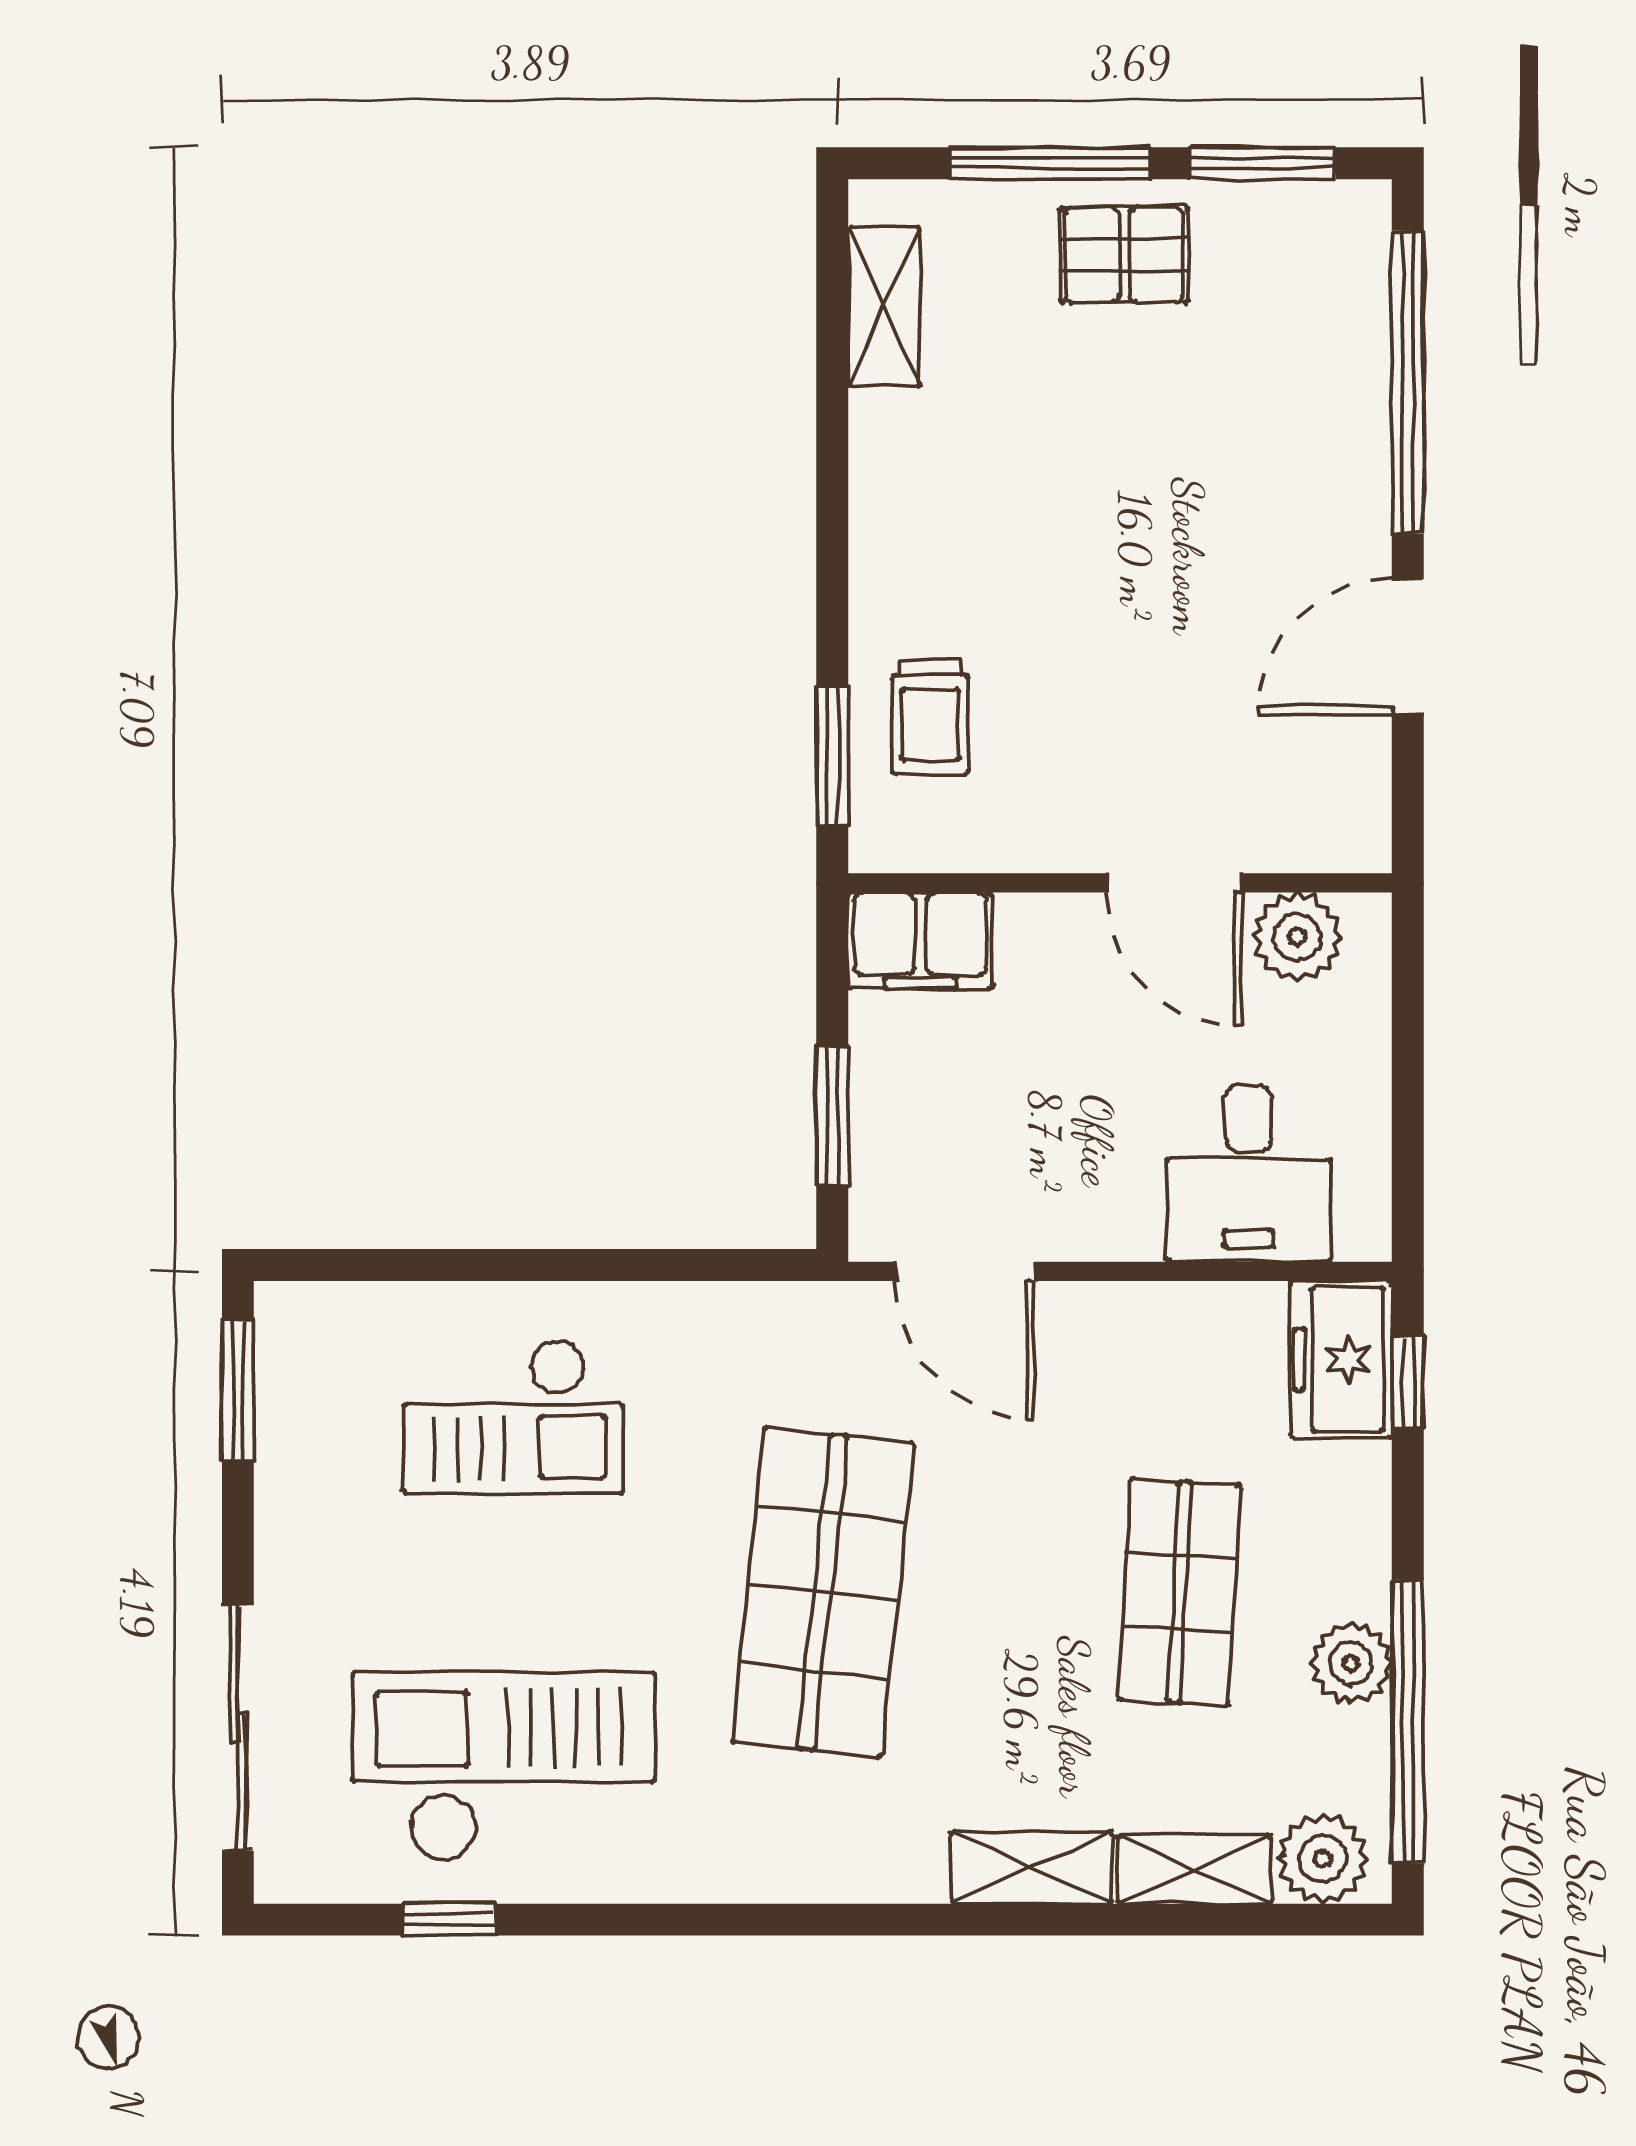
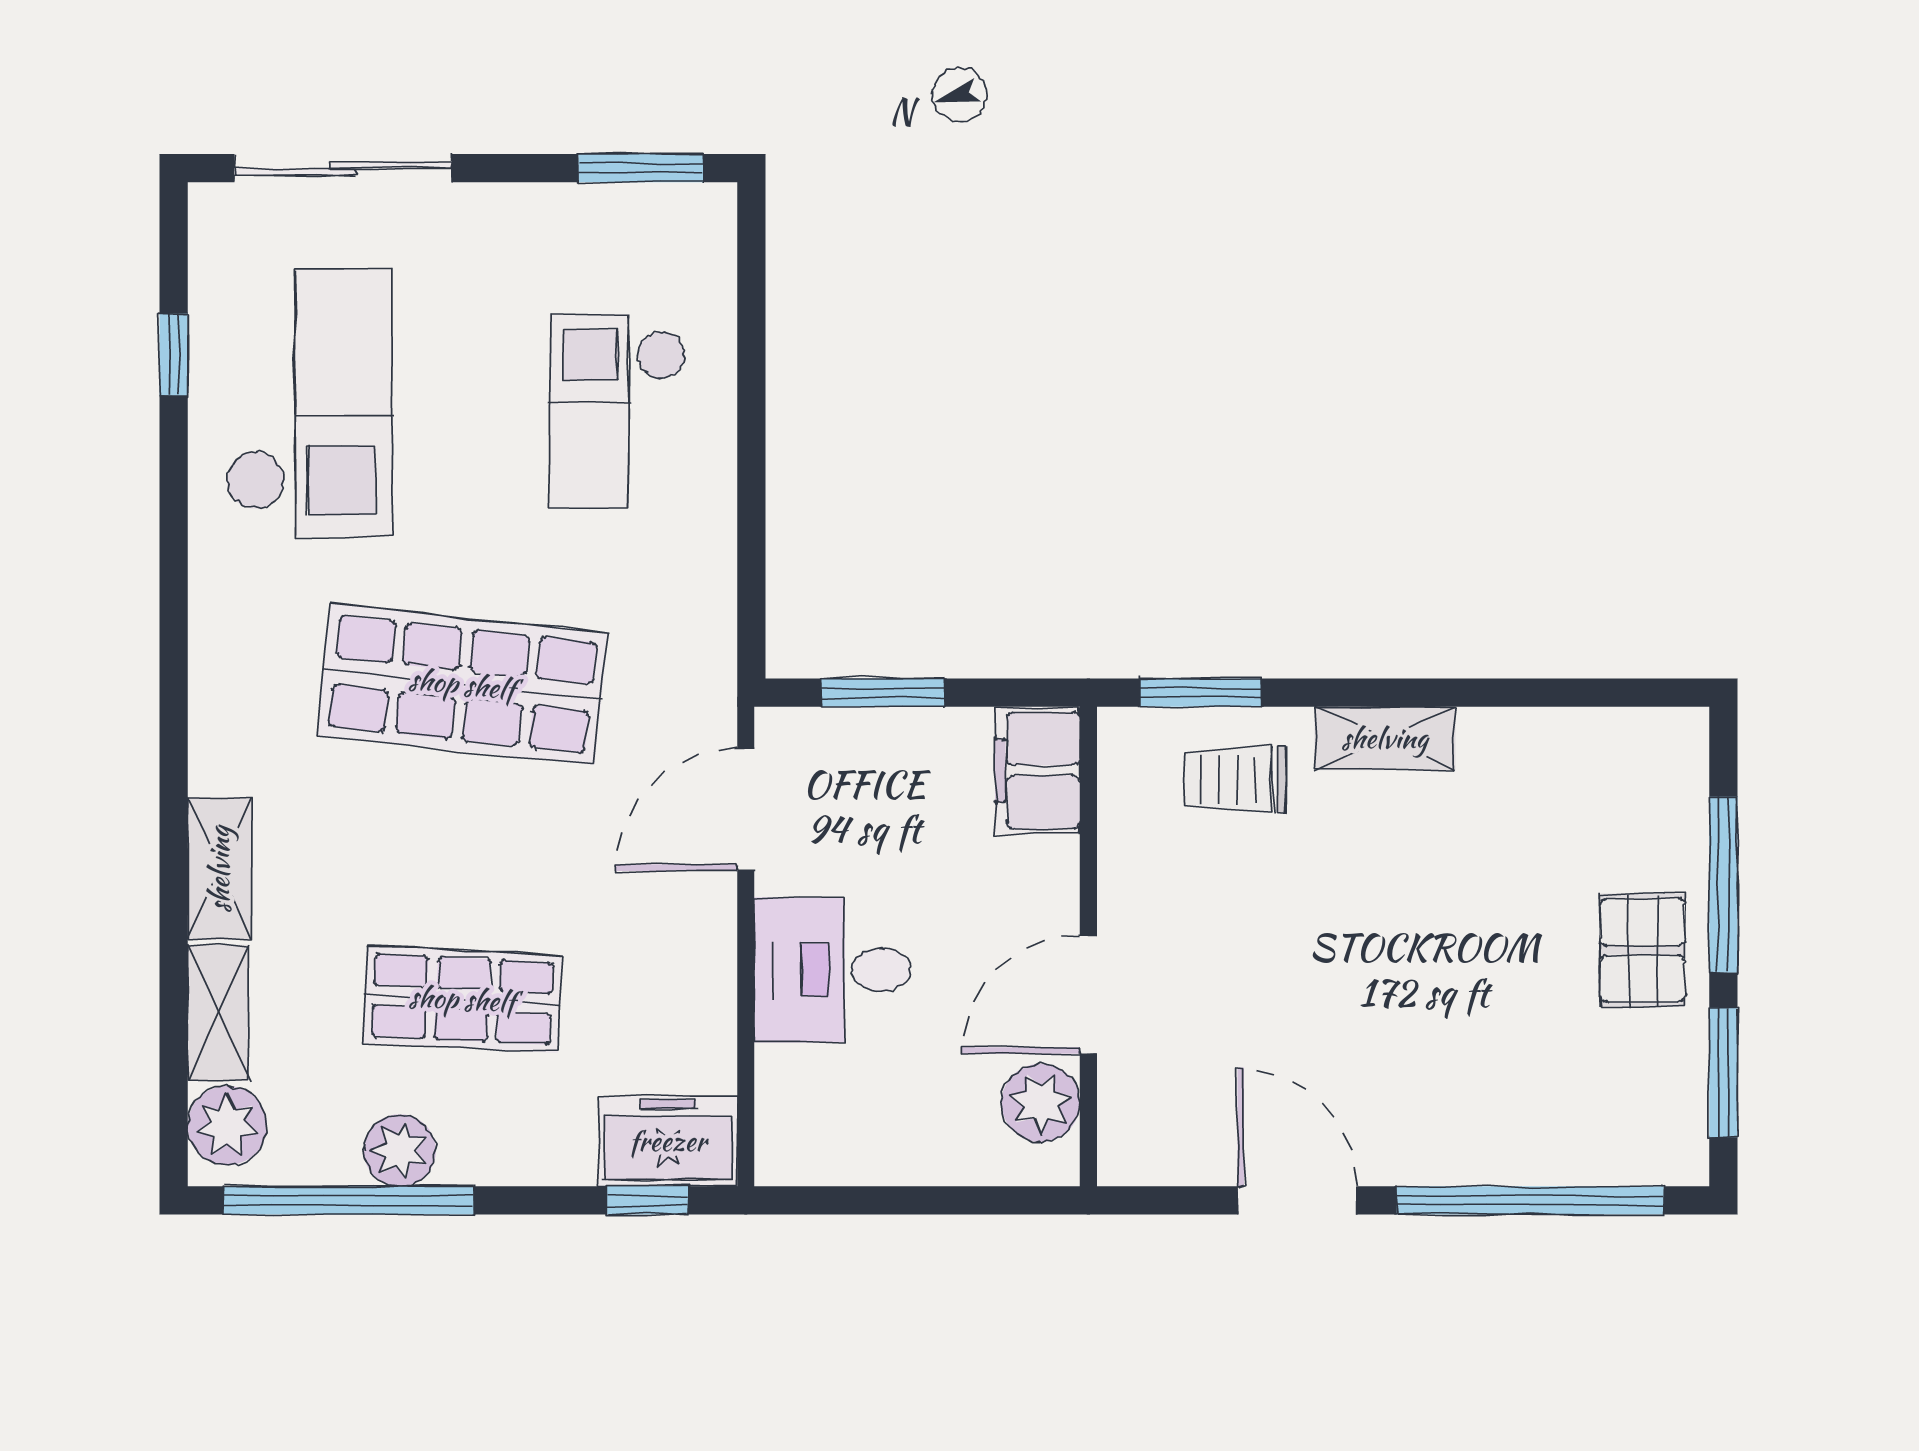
shelving: (884, 307) -> (1385, 738), moved
desk: (1249, 1173) -> (832, 970), moved

